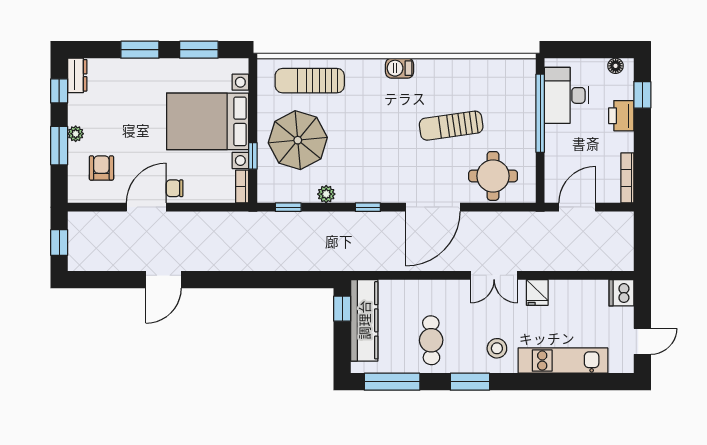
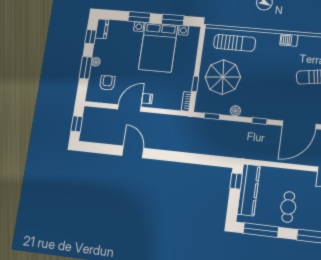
sun lounger: (310, 81) -> (235, 43), turned 180
bed with nightstands: (208, 121) -> (158, 47), moved, turned -90
door: (164, 280) -> (133, 152), swing flipped

